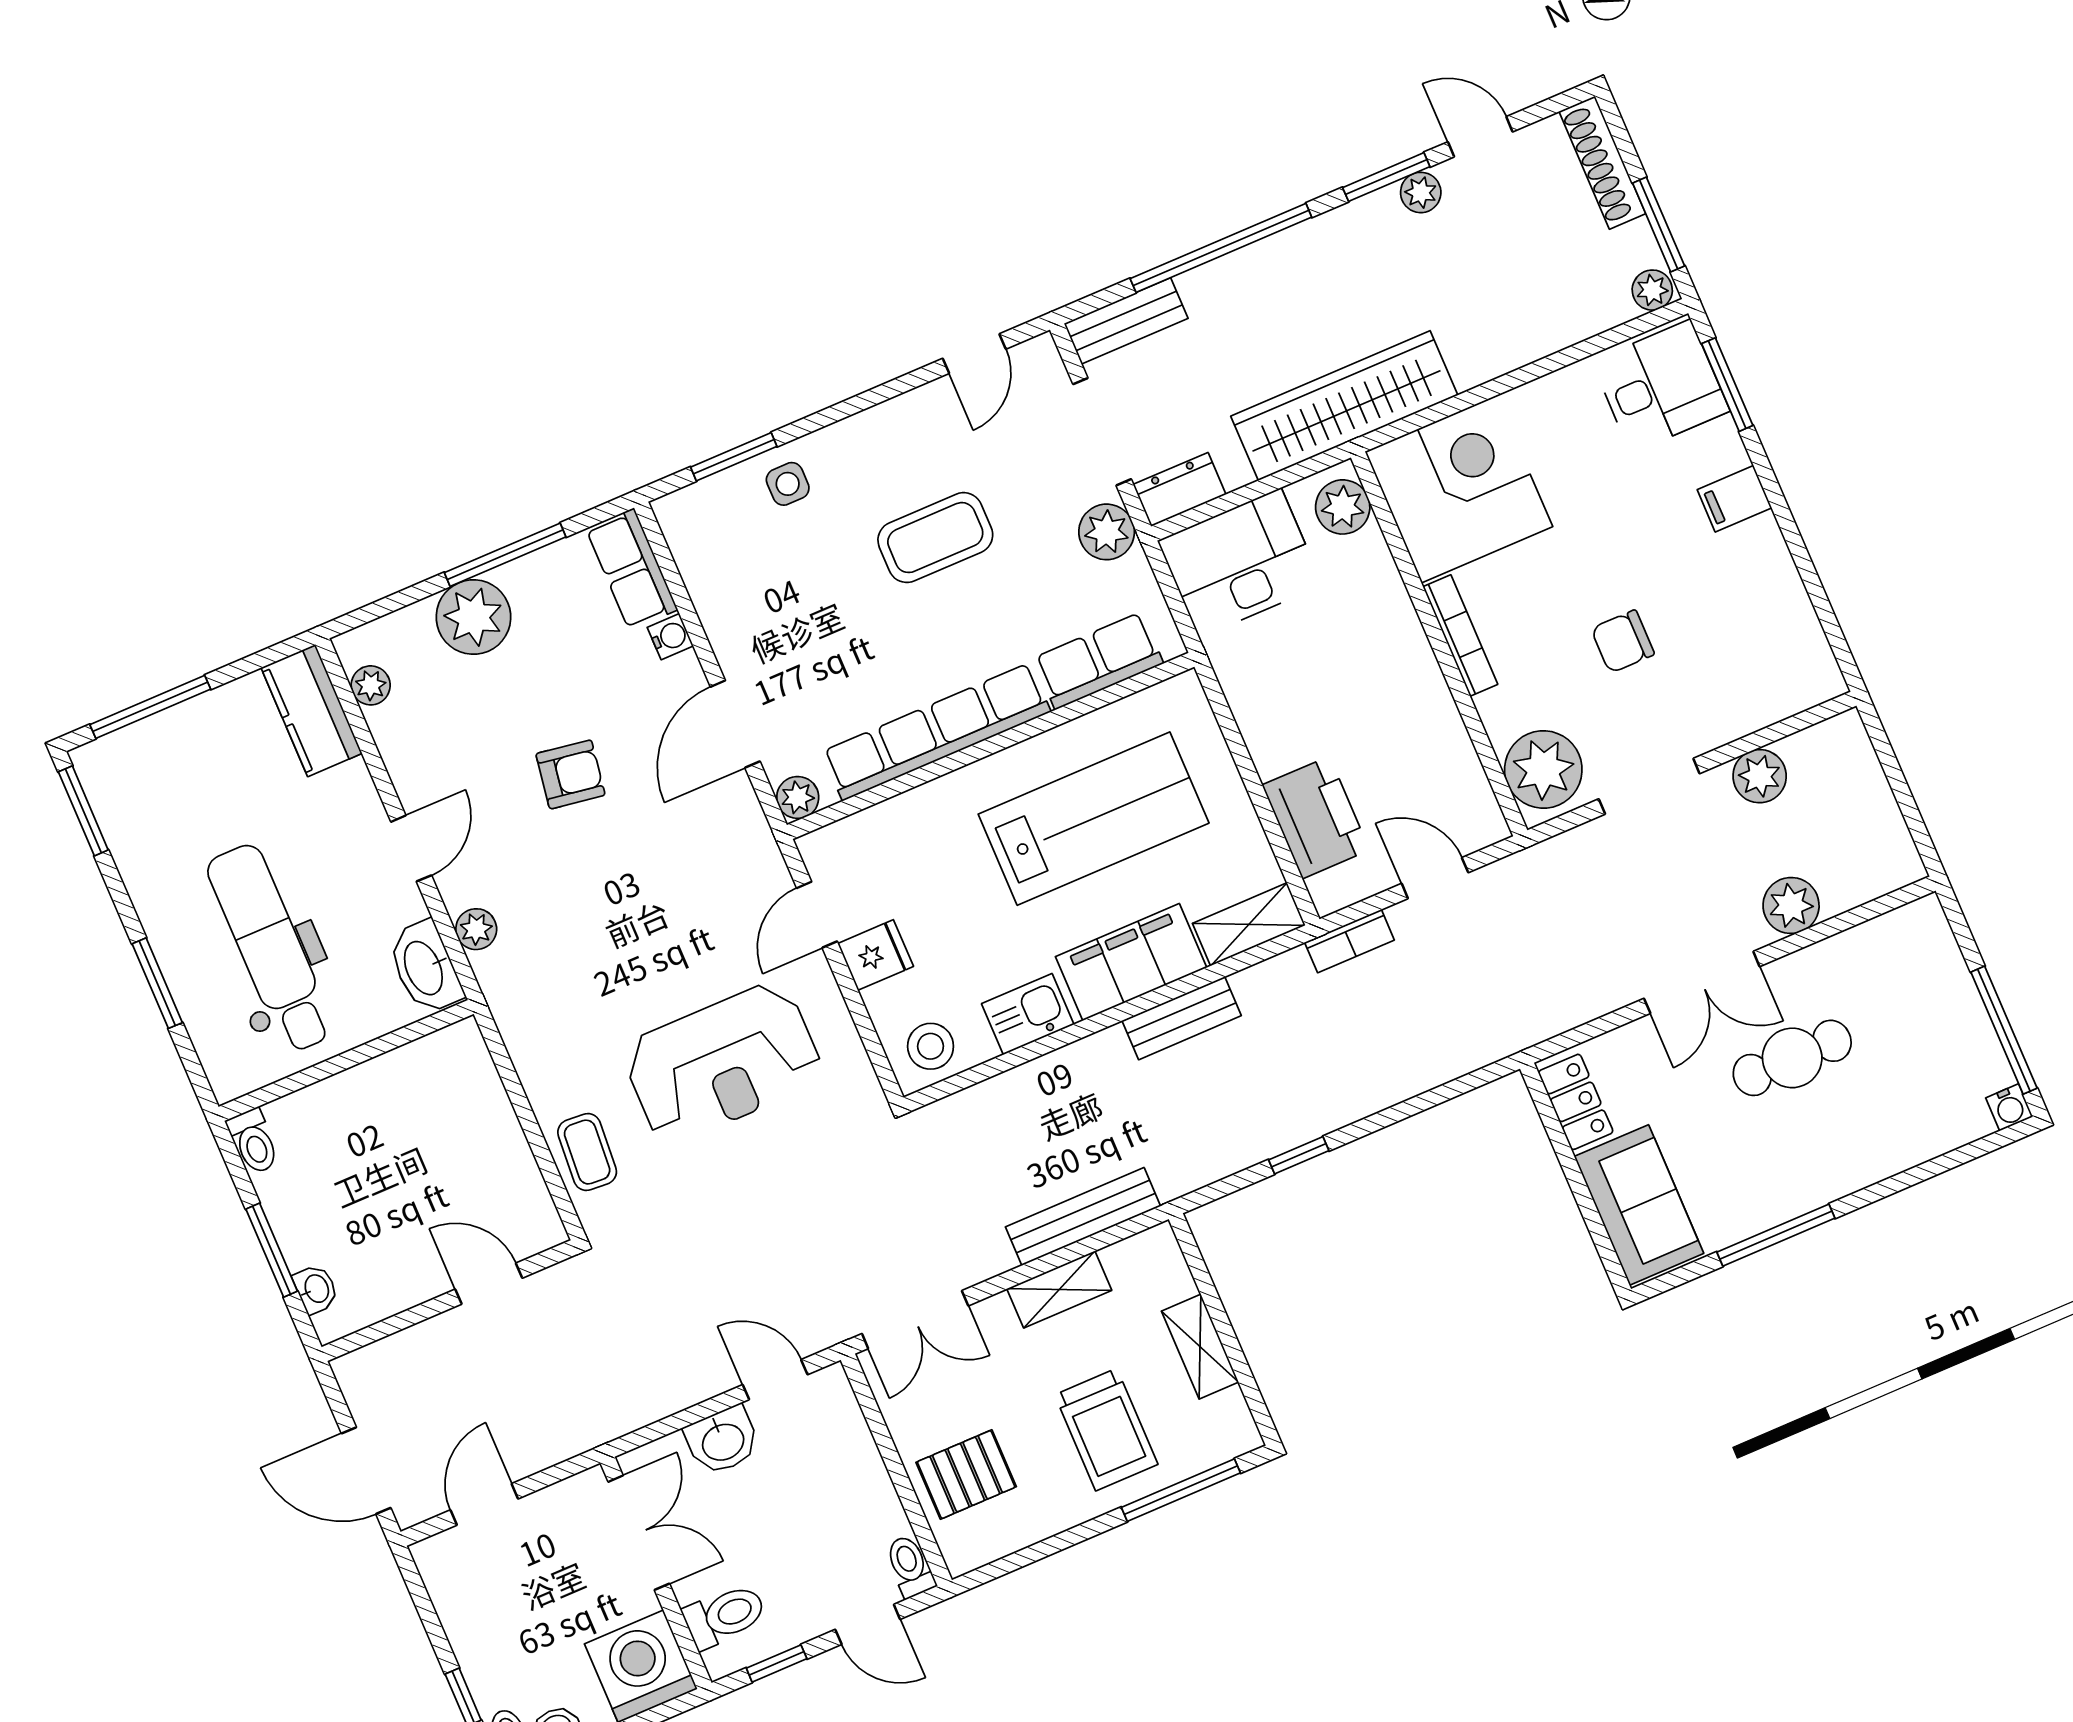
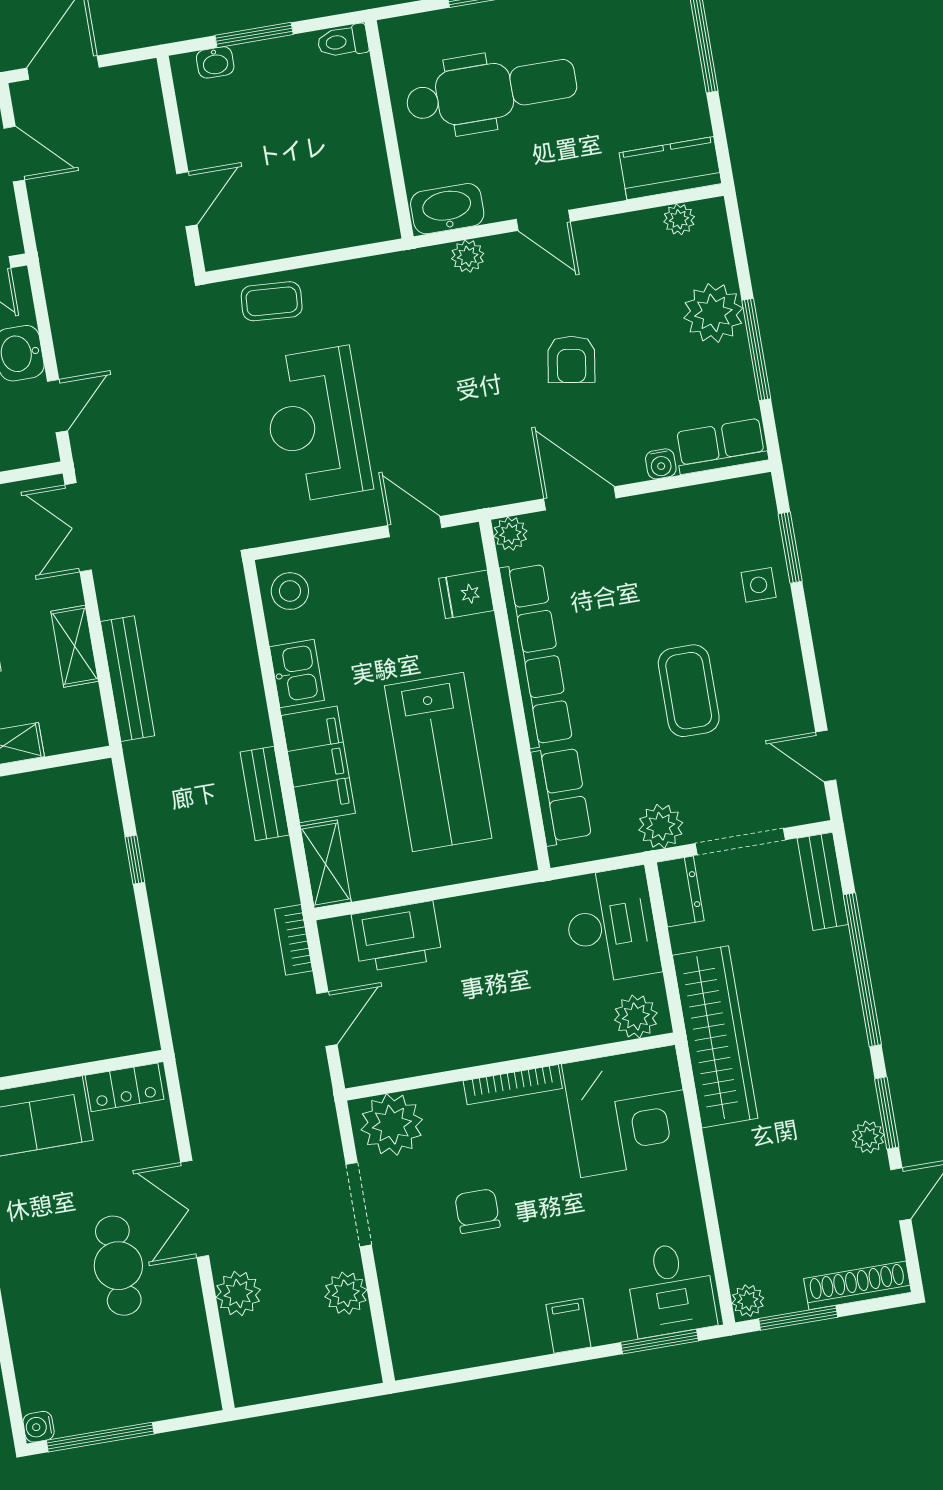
fridge: (875, 955) -> (466, 594), moved, turned 90

